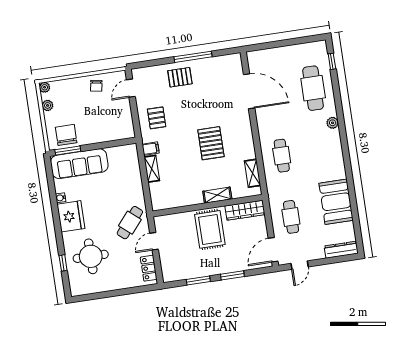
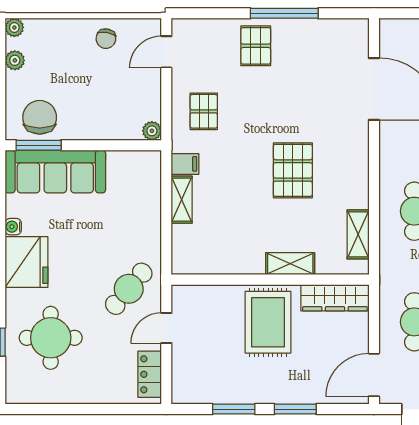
pallet: (180, 77) -> (256, 46), turned 90
plant: (129, 133) -> (152, 131), added

